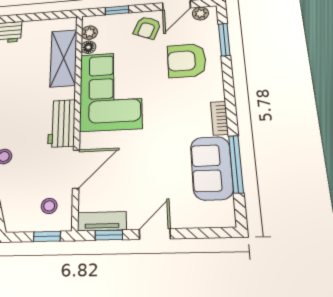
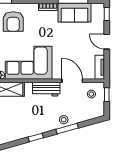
window: (109, 235) -> (107, 14), moved

